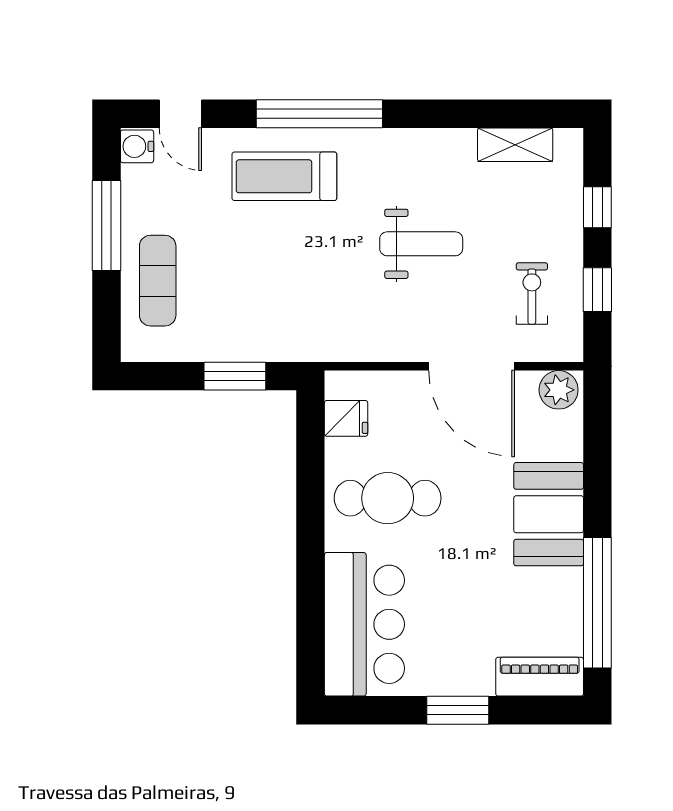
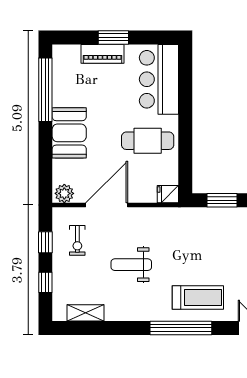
door: (472, 366) -> (107, 205), hinge flipped
fridge: (346, 418) -> (168, 194), moved
piano: (540, 677) -> (102, 54), moved

